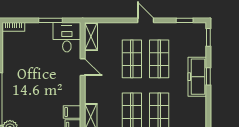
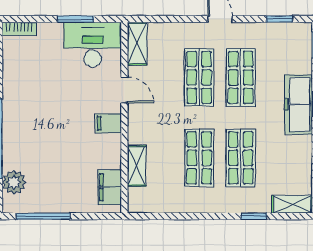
desk: (67, 37) -> (93, 45), width x1.37
filing cabinet: (72, 112) -> (108, 123), moved

